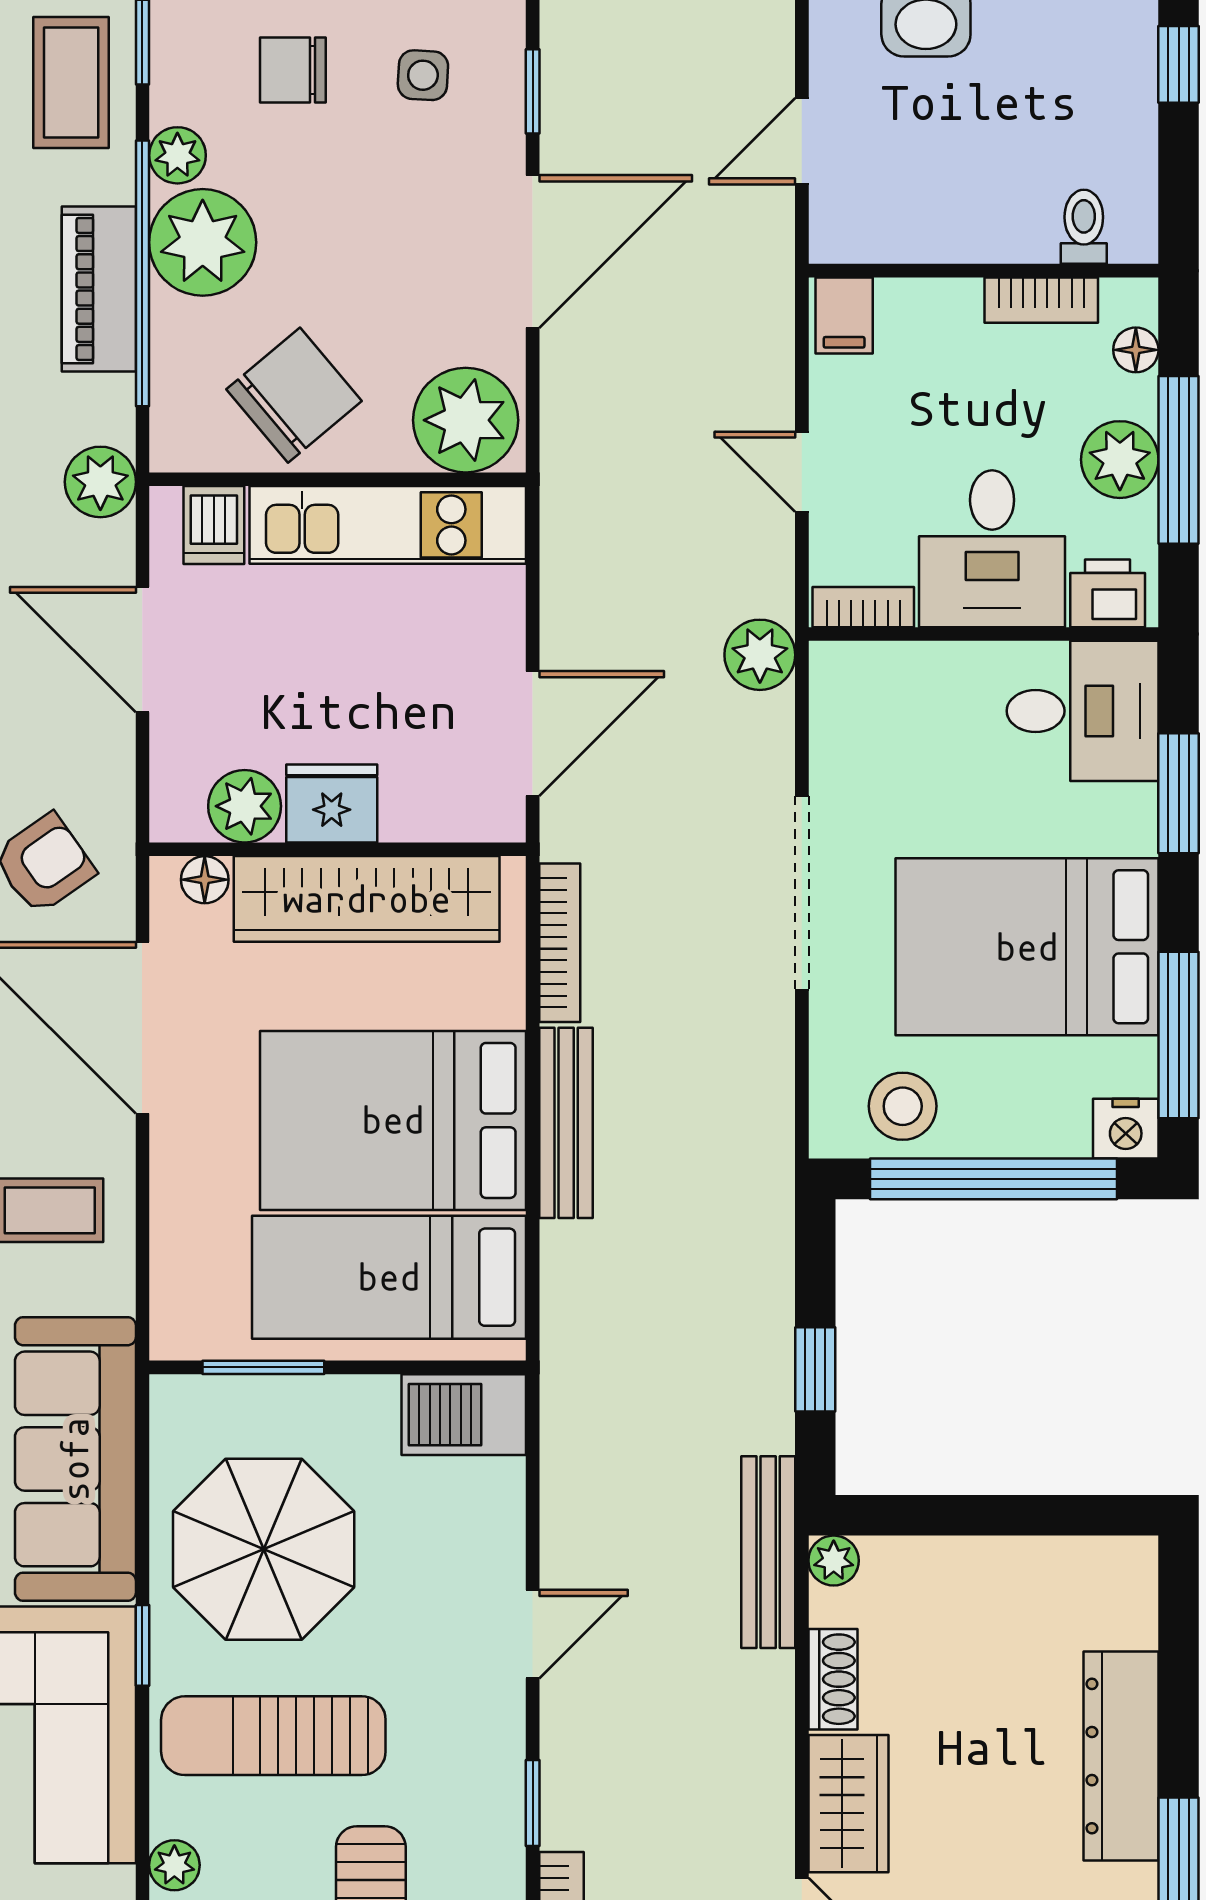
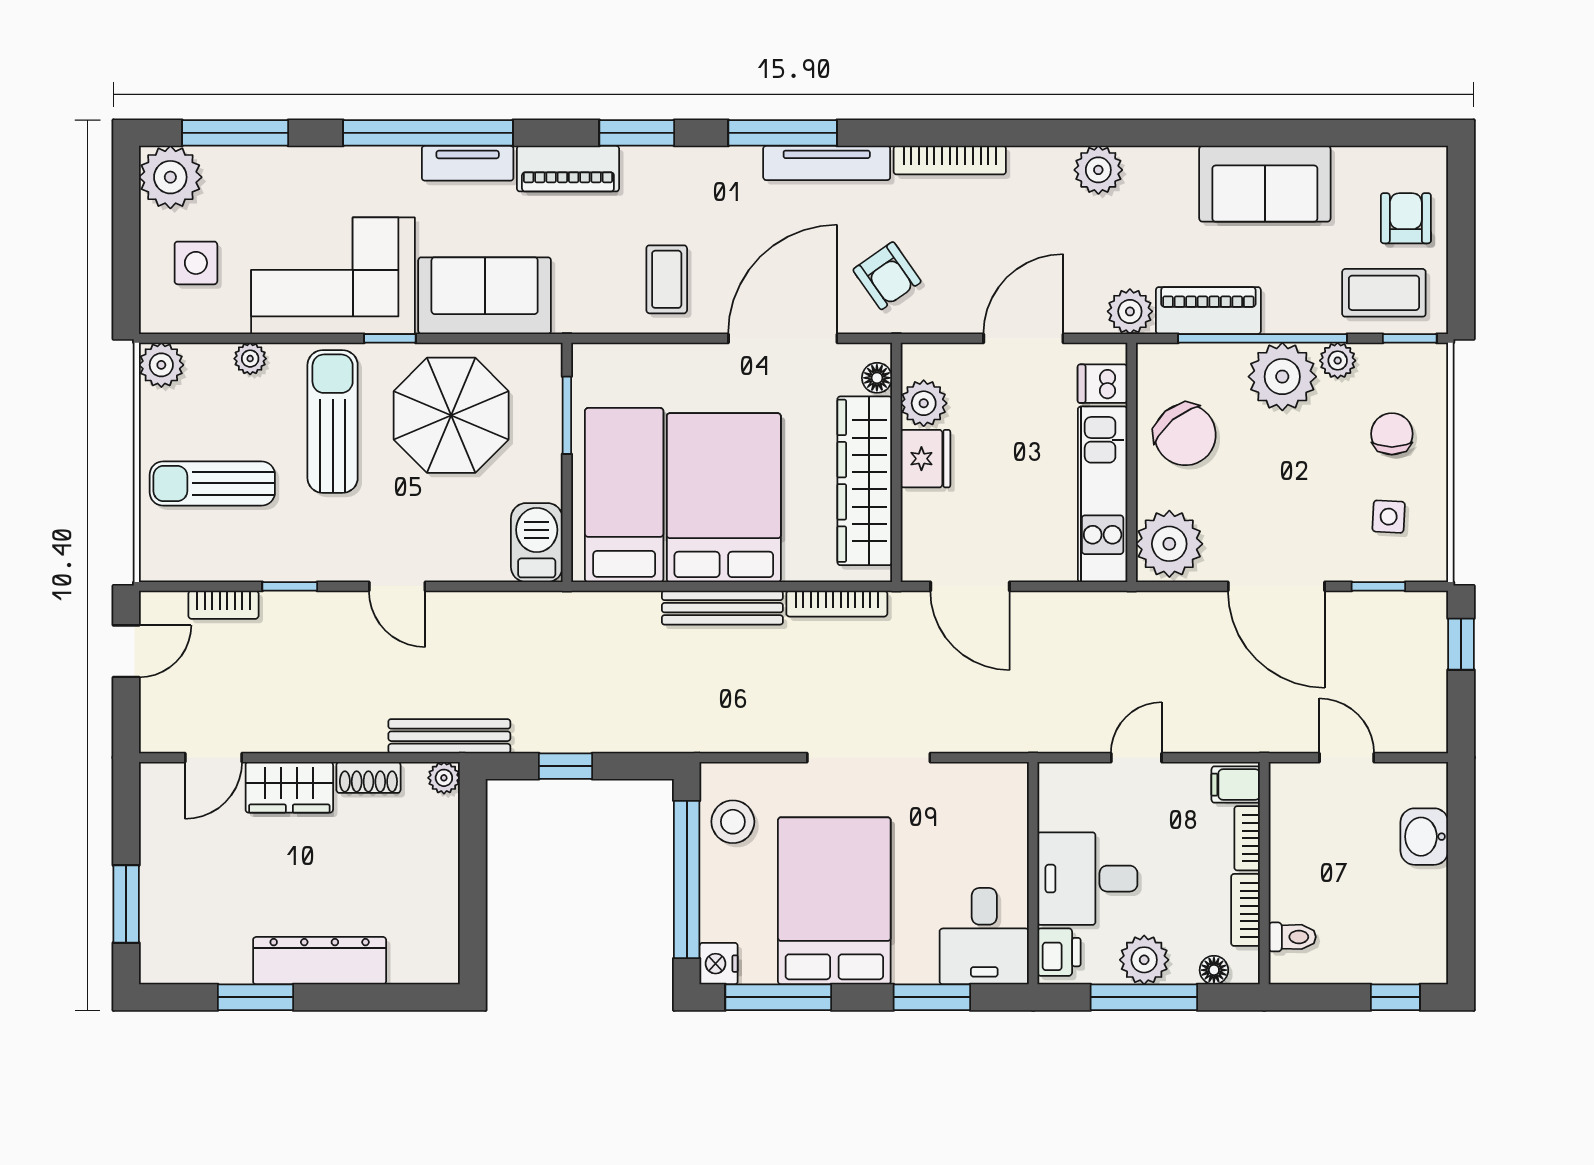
piano: (99, 289) -> (1208, 311), moved
bookcase: (863, 607) -> (1247, 838), moved, turned 180
plant: (760, 655) -> (1020, 731), removed
sofa: (75, 1459) -> (485, 296), width x0.73

